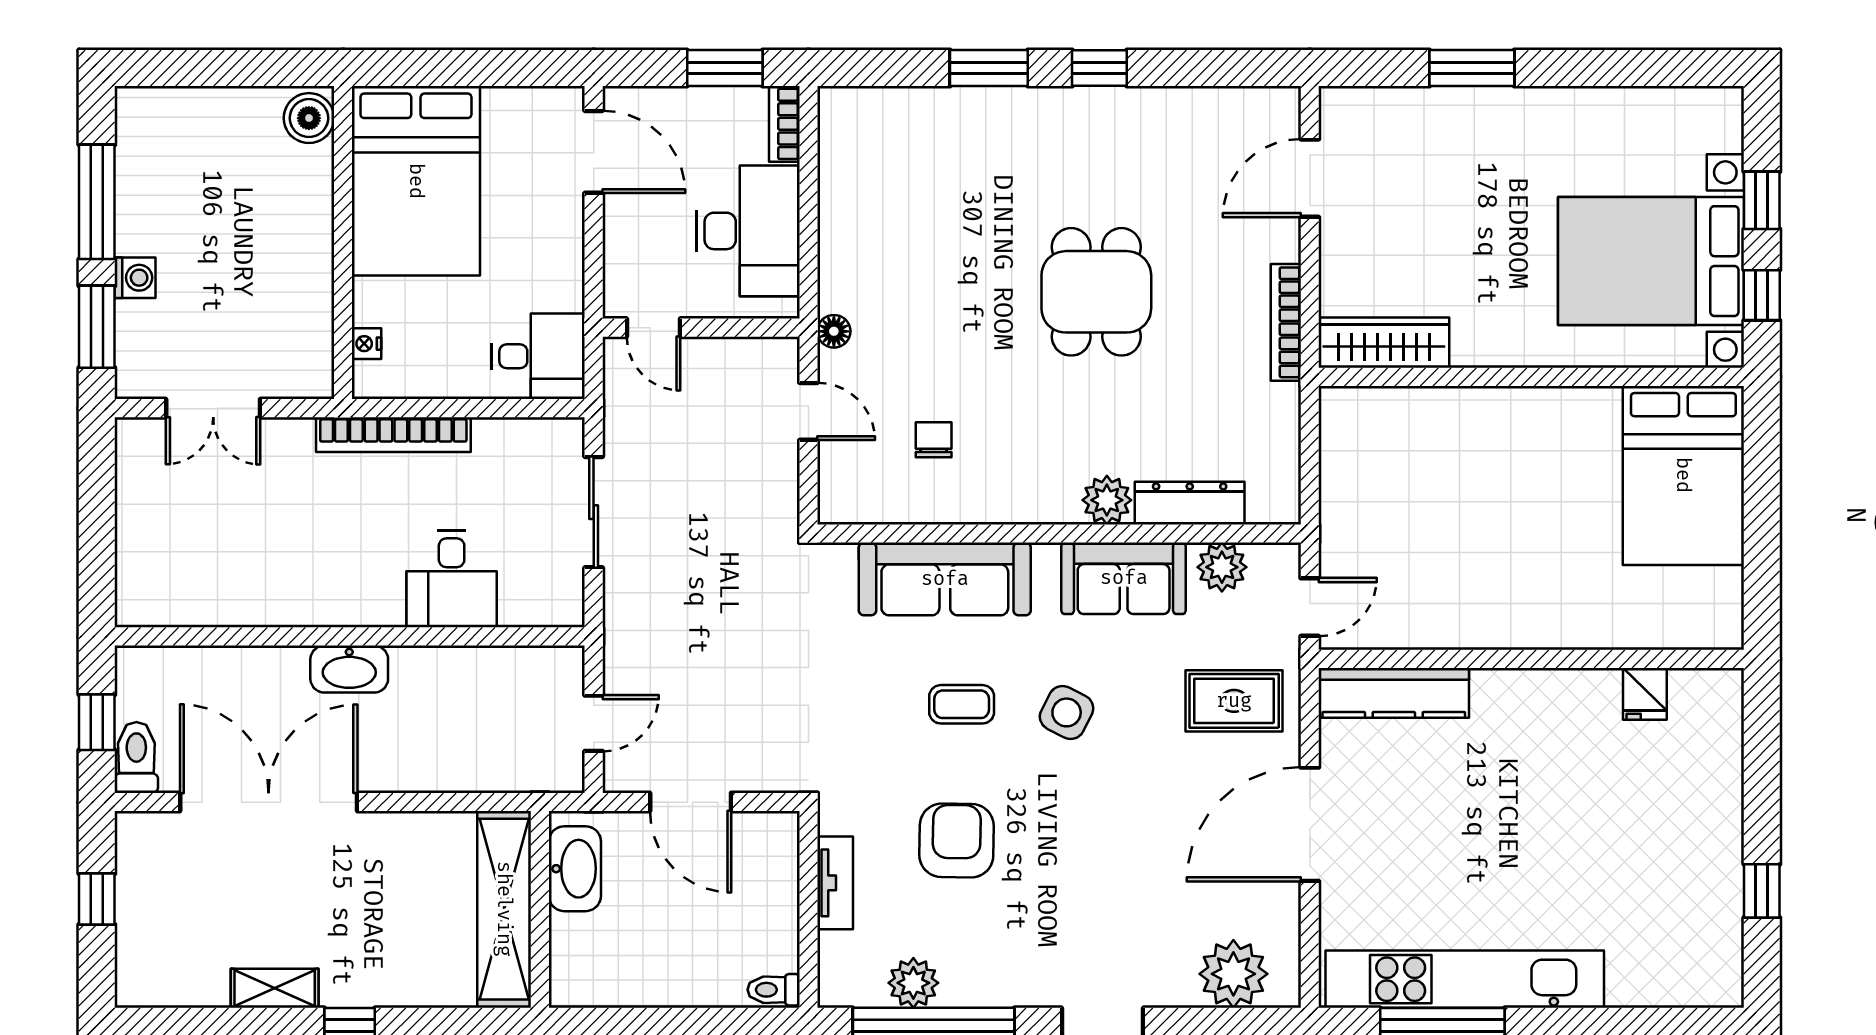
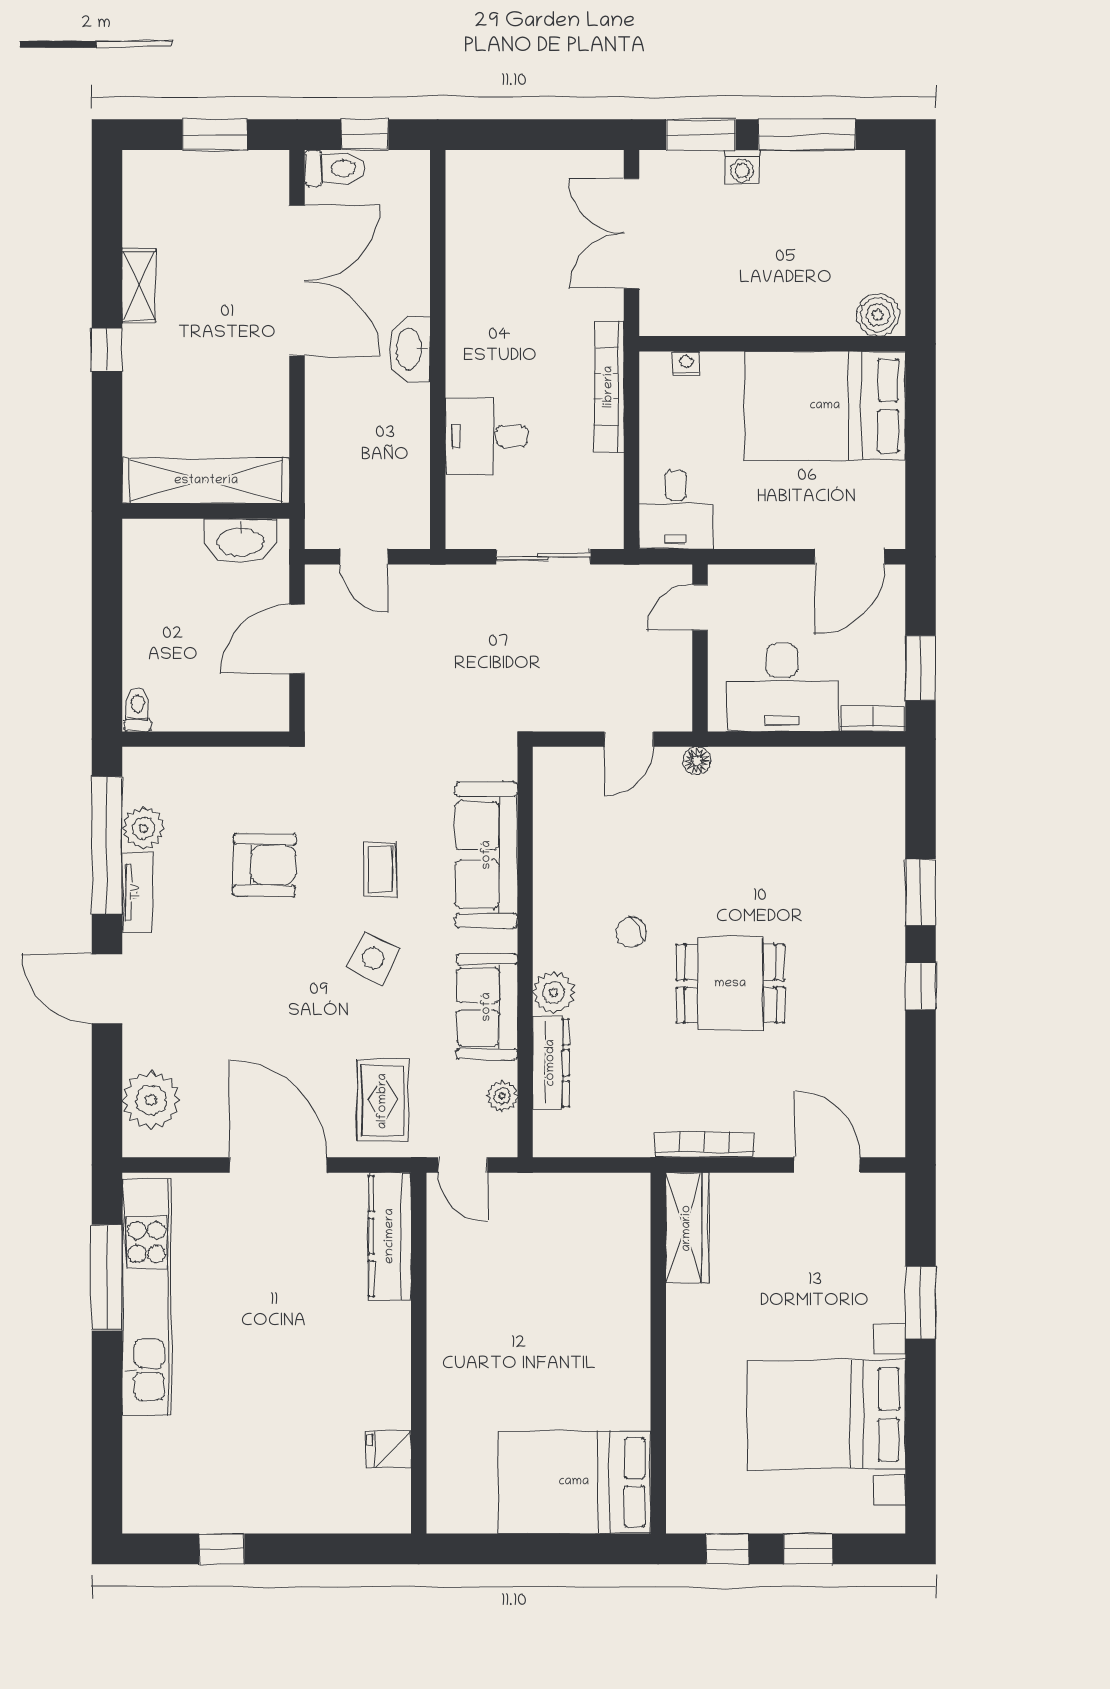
bed with nightstands: (1651, 261) -> (826, 1414), moved, turned -90
double door: (213, 408) -> (632, 233), width x1.37
chair: (934, 440) -> (631, 932), moved, turned 150
plant: (1222, 567) -> (502, 1096), width x0.73, depth x0.73
tv unit: (835, 883) -> (137, 892), moved, turned -90
window: (97, 899) -> (215, 135), width x1.50

